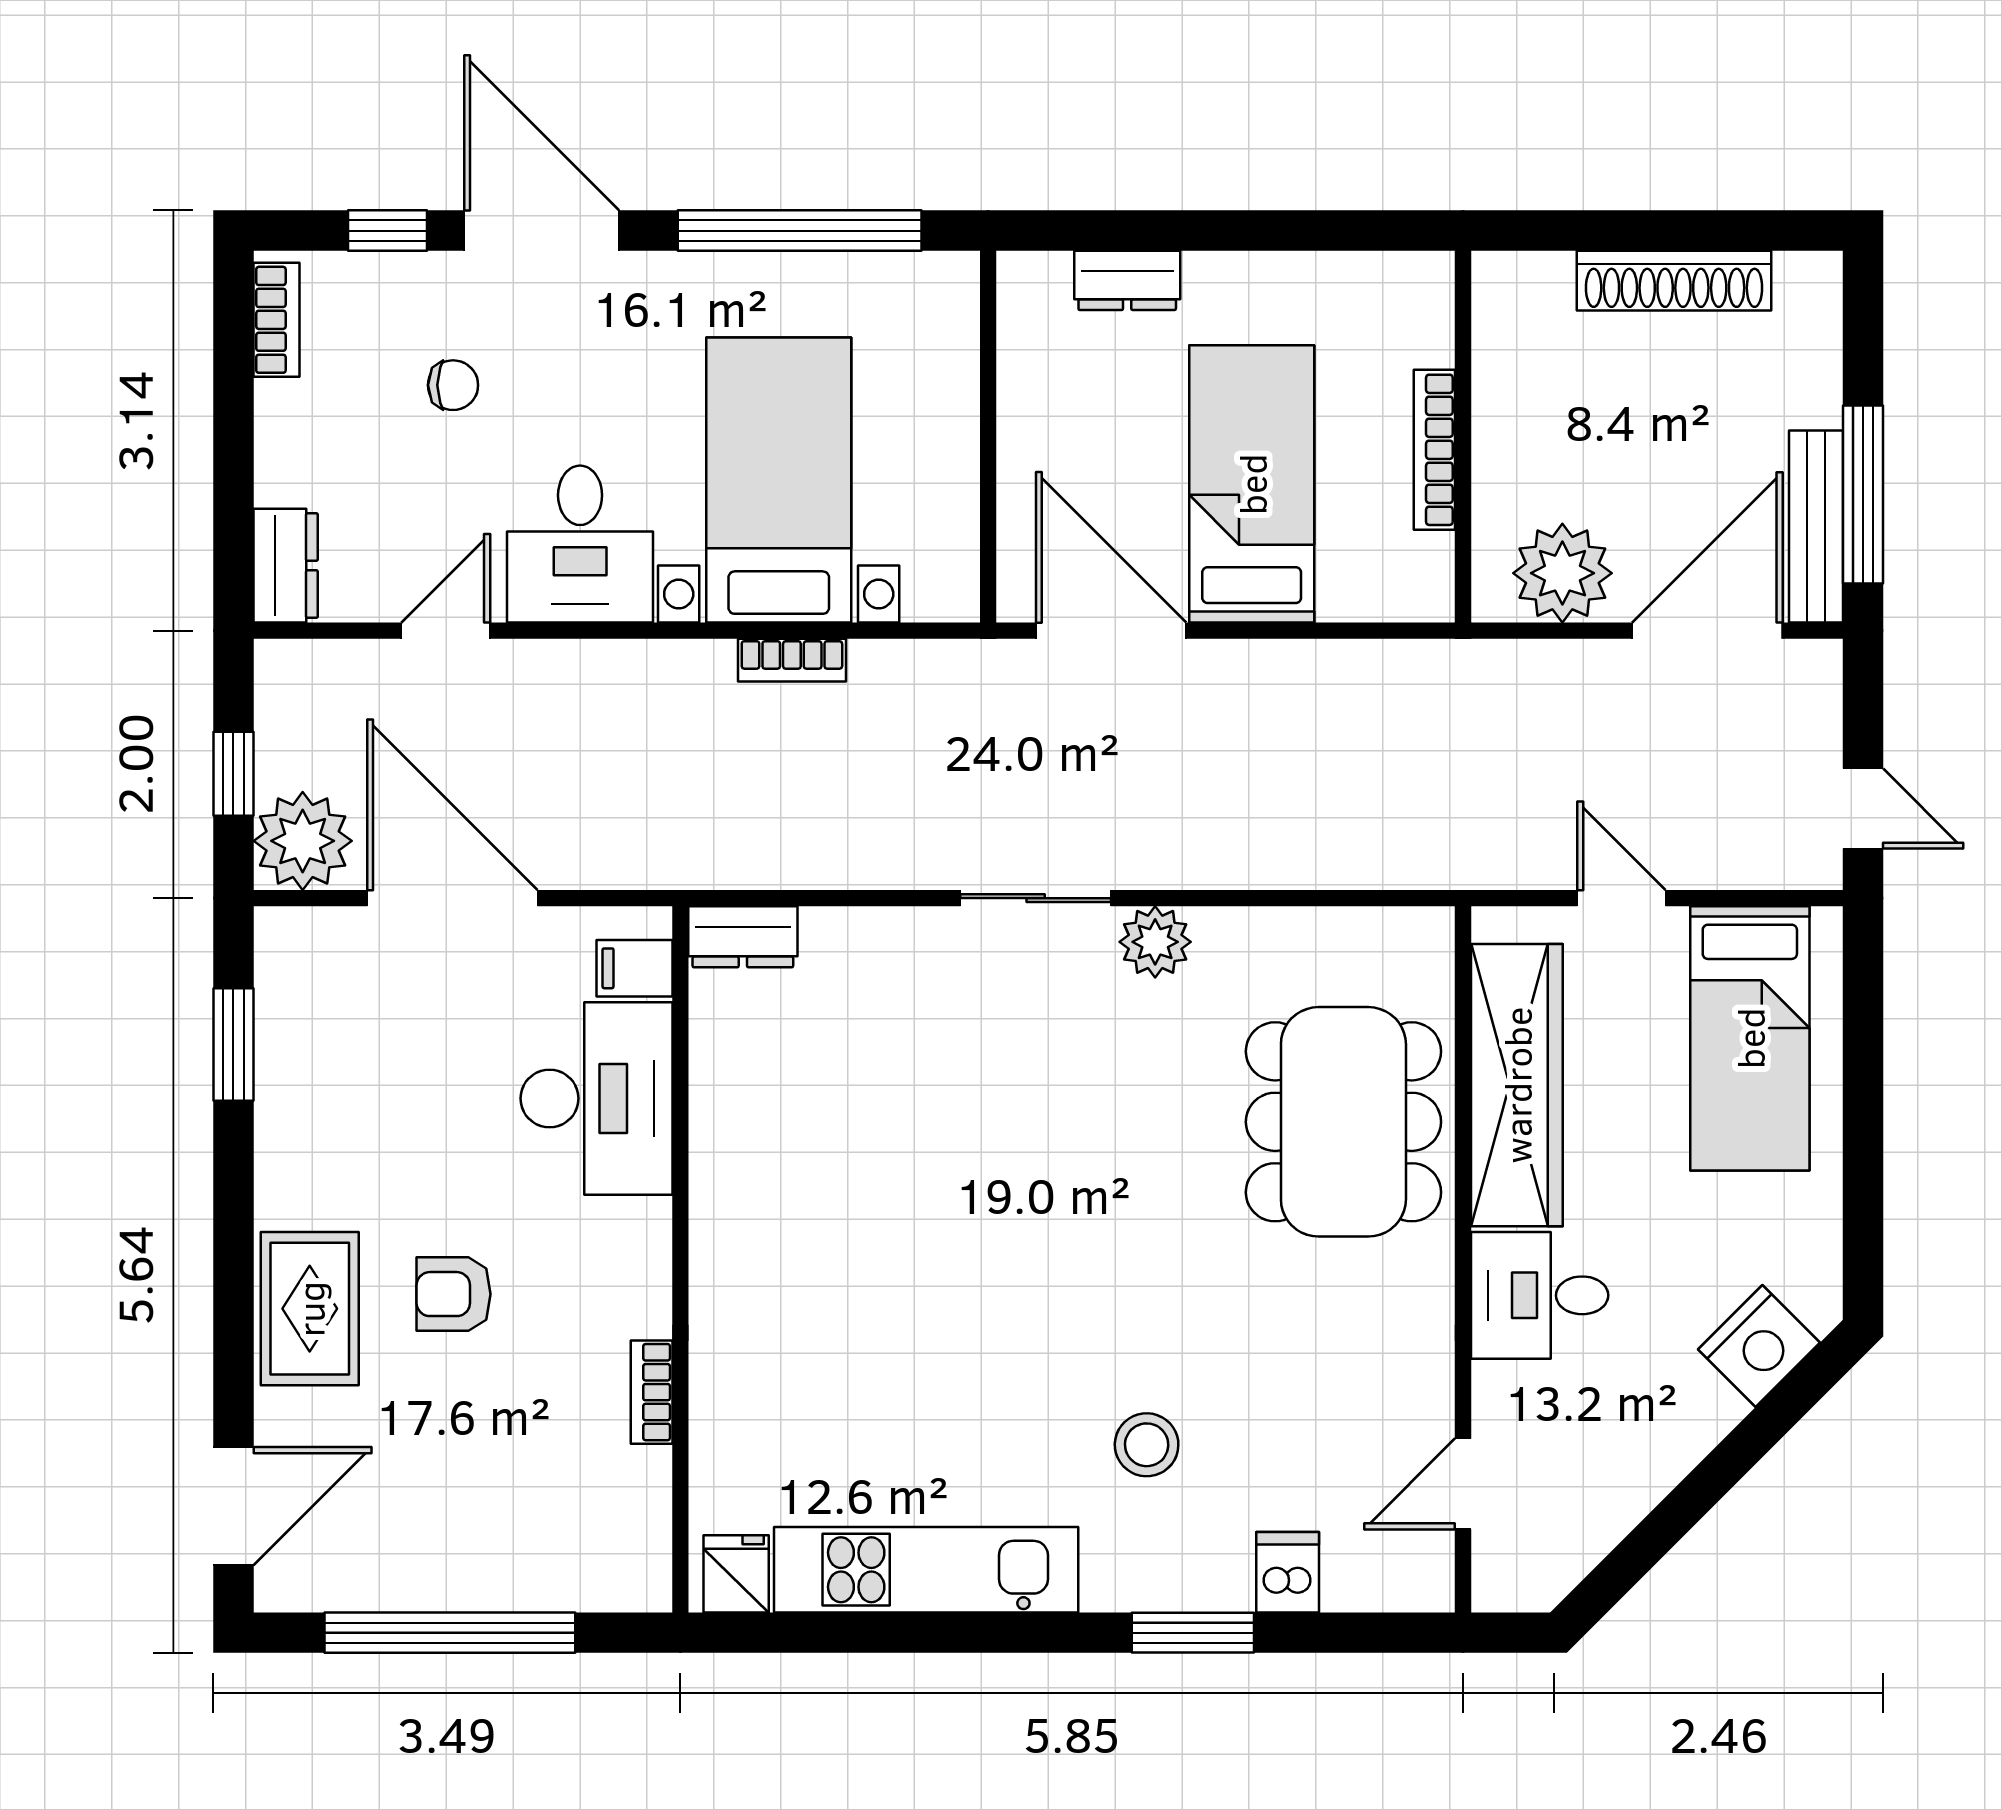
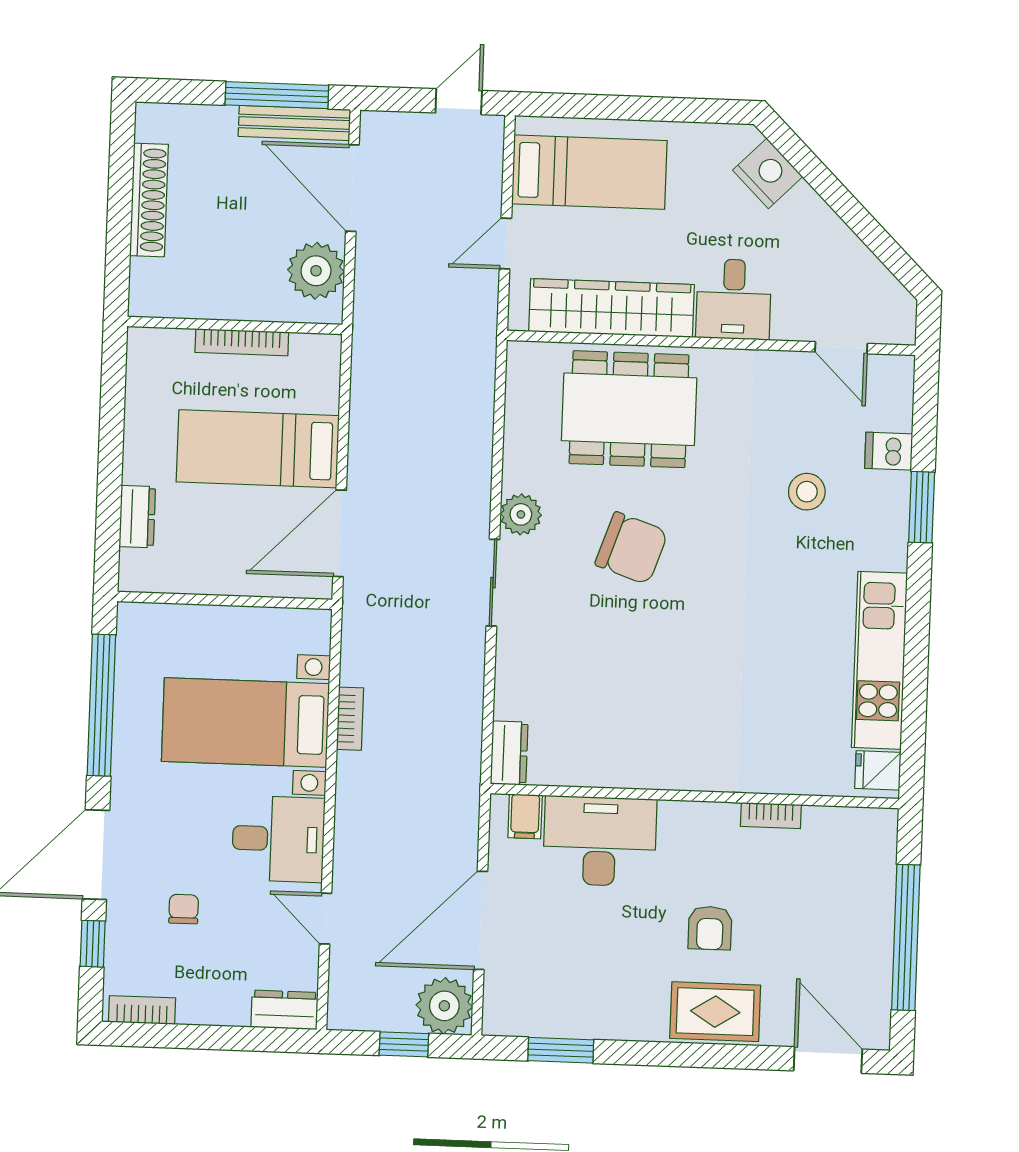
chair: (1104, 1135) -> (632, 548), added
stool: (1147, 1445) -> (807, 492), moved

